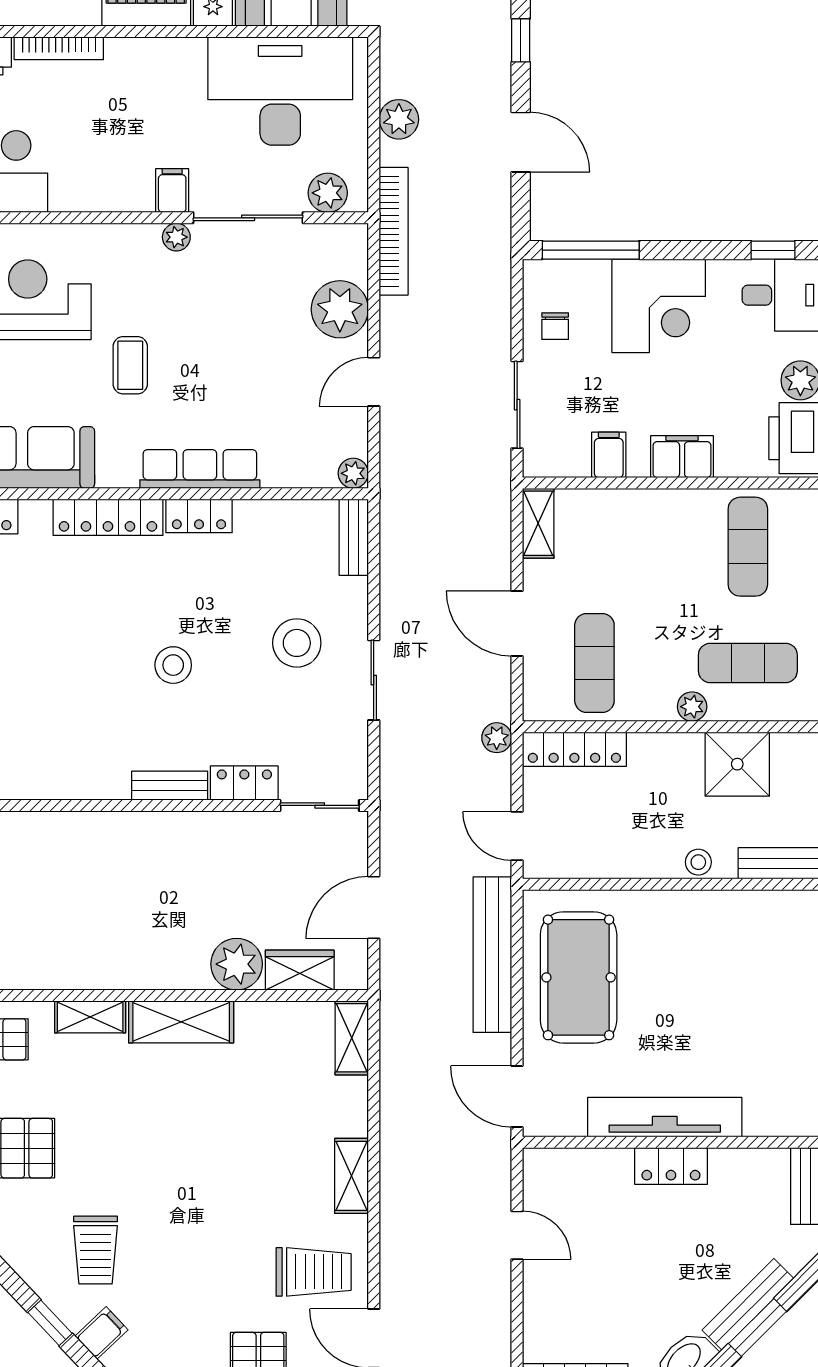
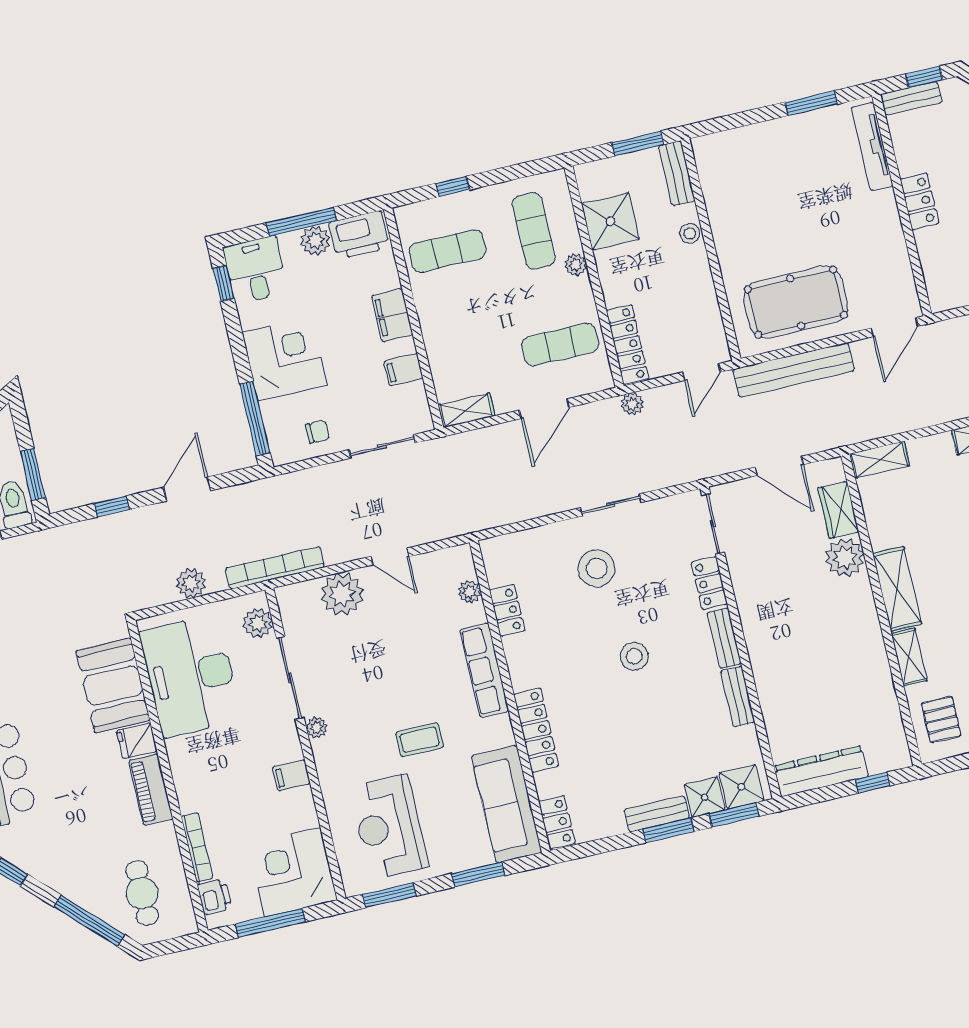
filing cabinet: (172, 190) -> (291, 775), moved
plant: (353, 473) -> (470, 592), moved
locker: (199, 516) -> (507, 611), moved
bench: (354, 537) -> (738, 697), moved, turned 90
tv unit: (665, 1117) -> (872, 147), moved, width x0.73, depth x0.78

